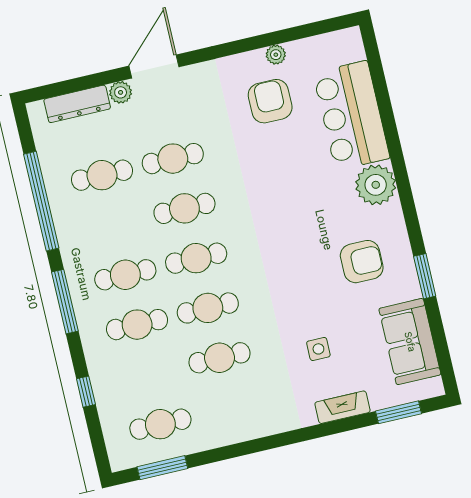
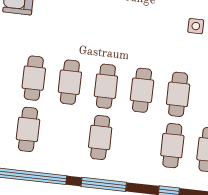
cafe table: (137, 325) -> (172, 146), moved

